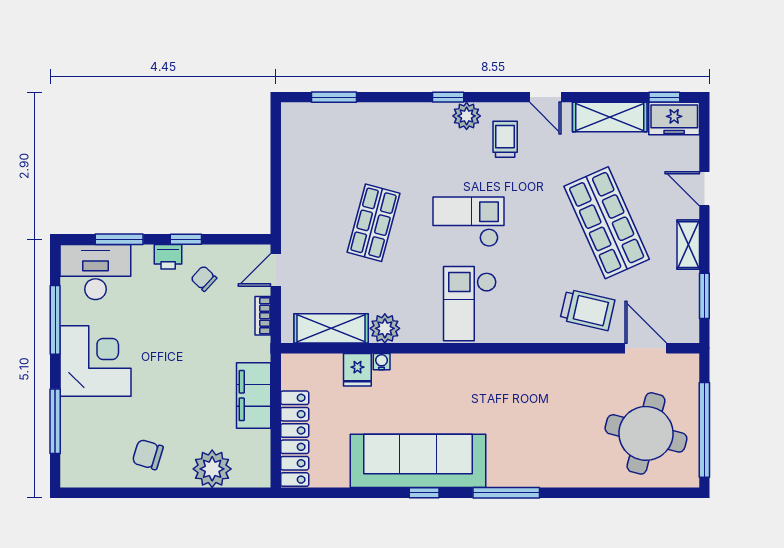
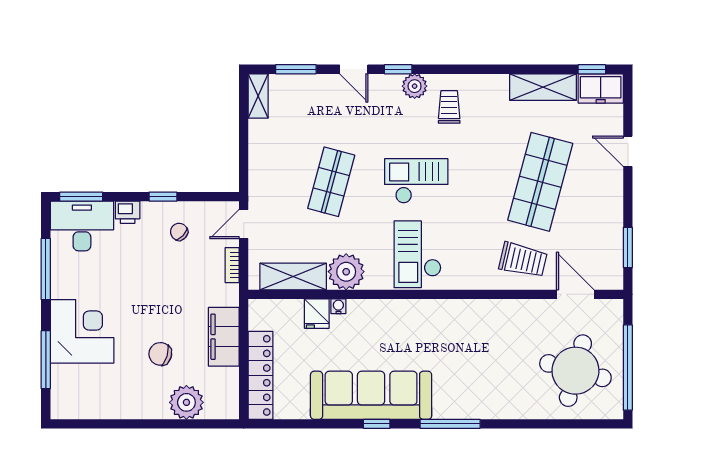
door: (545, 97) -> (354, 69), moved
shop shelf: (607, 223) -> (540, 182), turned 39
window: (119, 239) -> (81, 197), moved
shelving: (688, 245) -> (258, 96), moved
printer: (168, 257) -> (128, 212), moved
plant: (385, 328) -> (346, 272), width x1.36, depth x1.36
corner desk: (96, 361) -> (82, 331), moved
chair: (148, 455) -> (160, 354), moved

